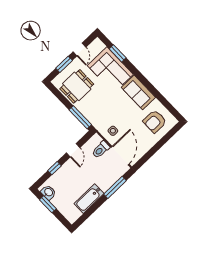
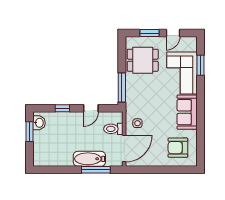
bathtub: (89, 199) -> (89, 159), moved

